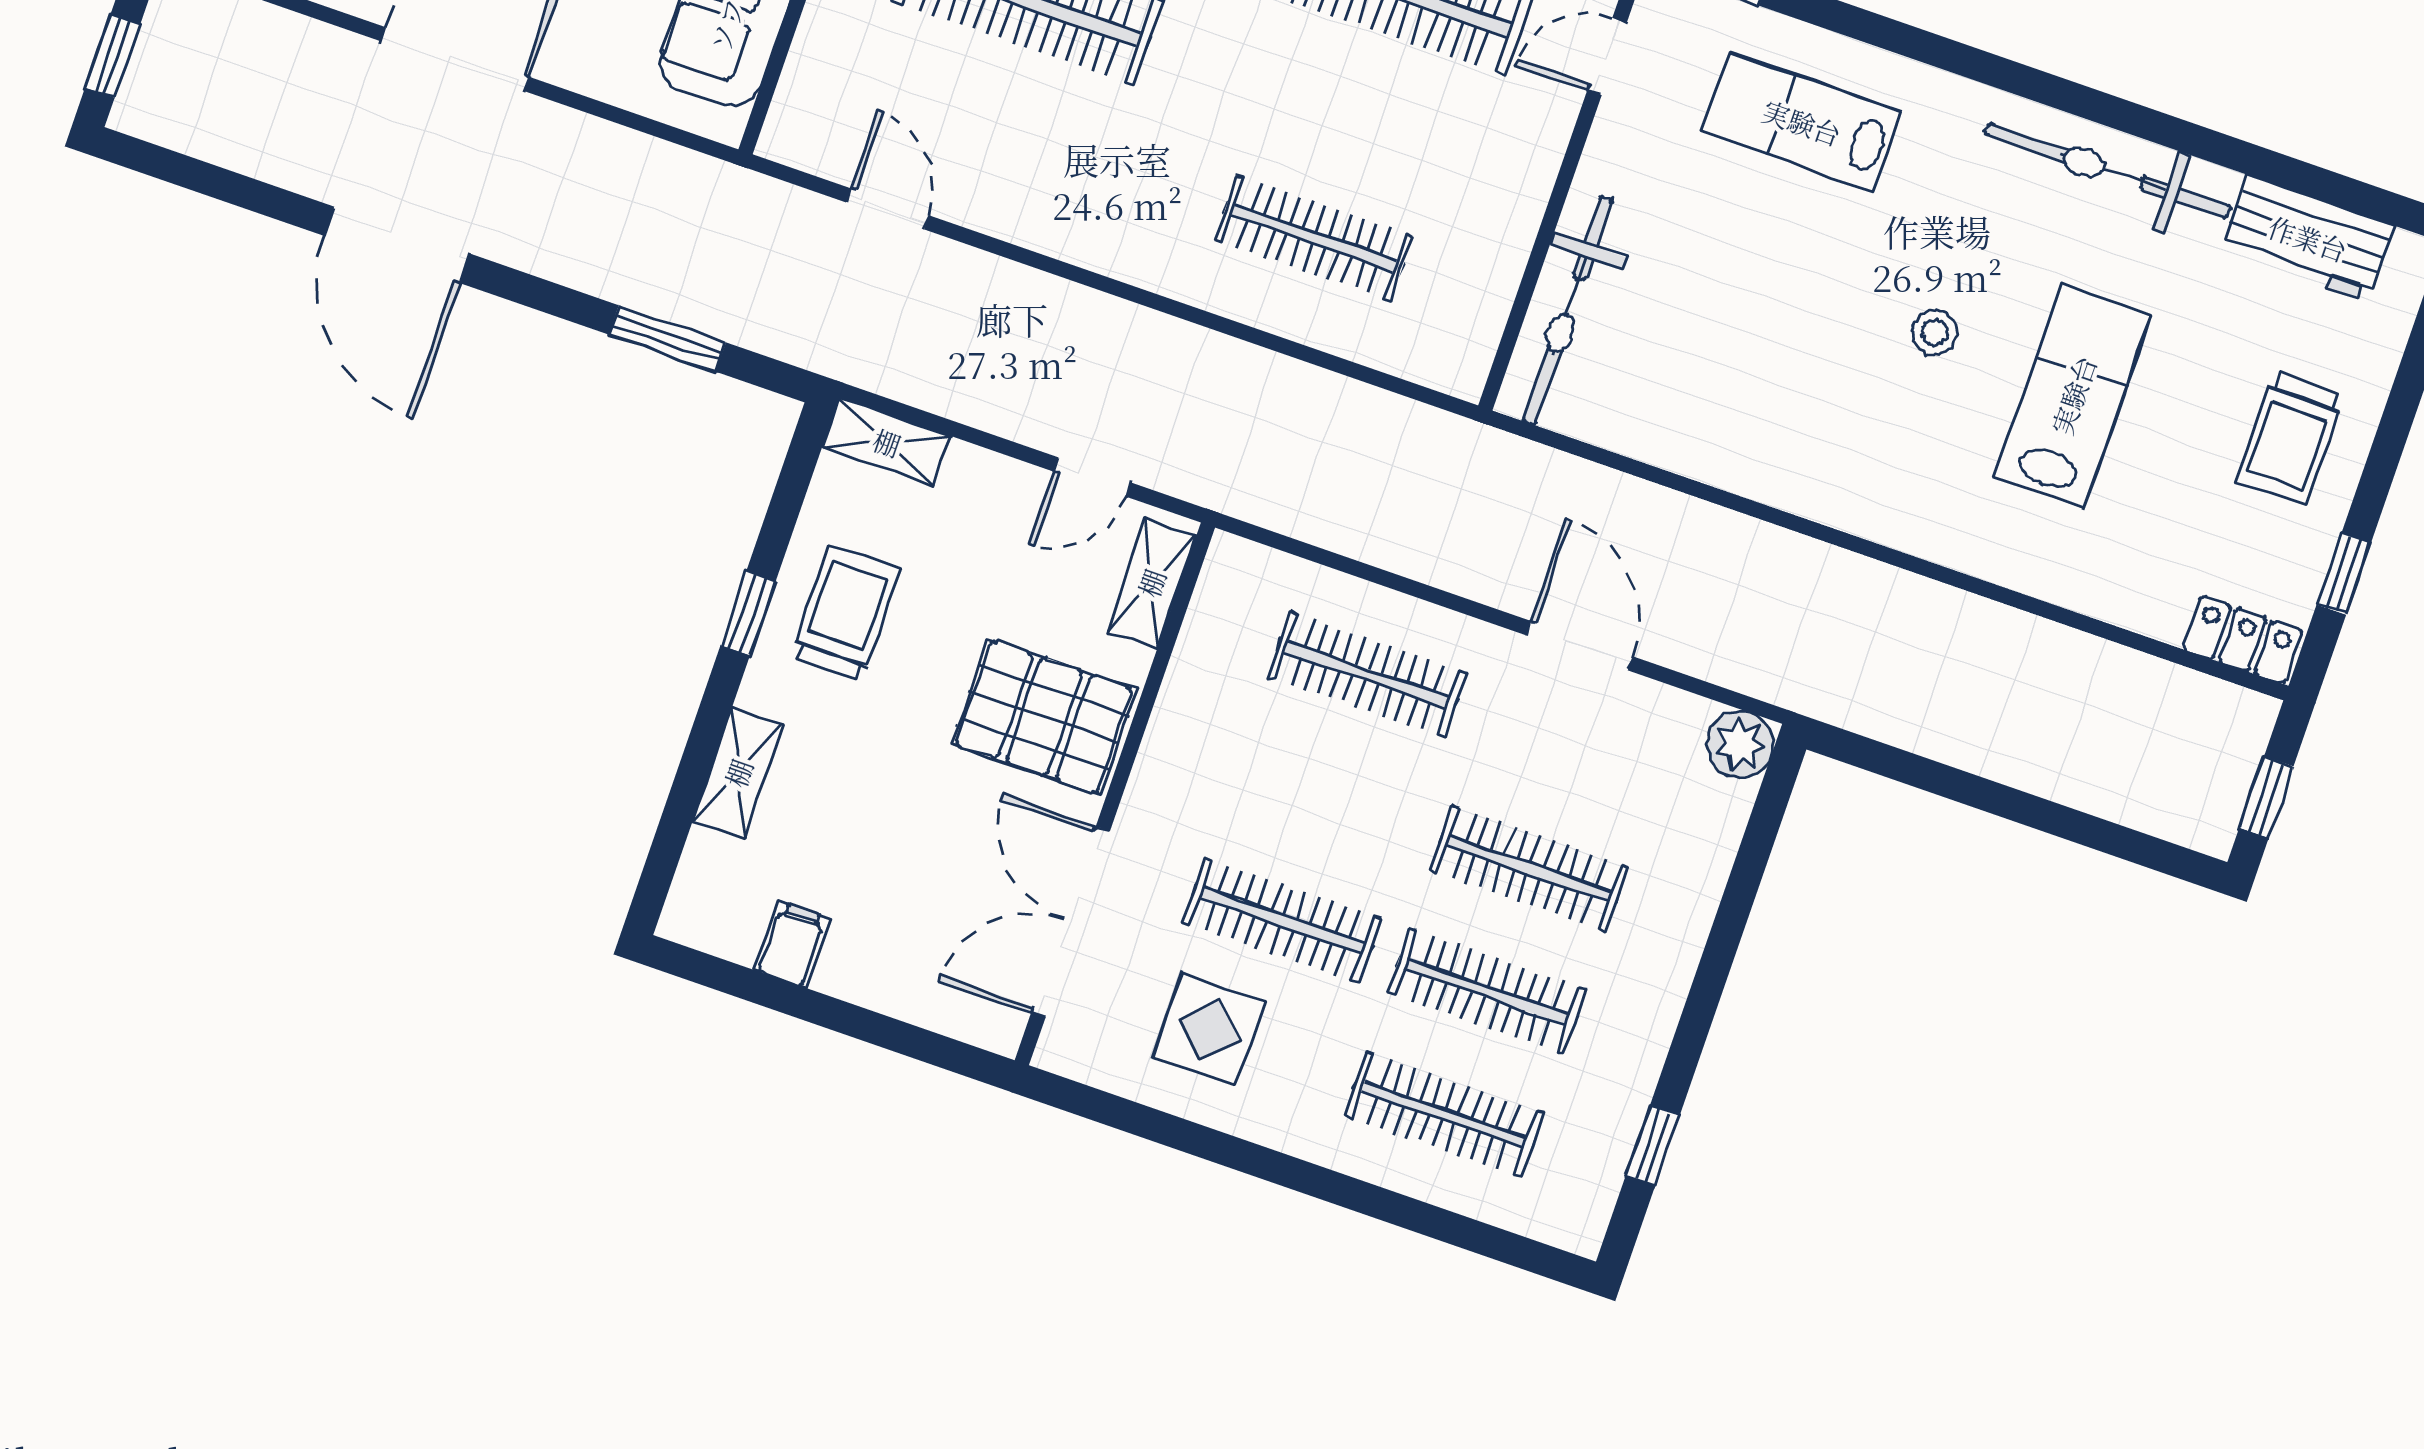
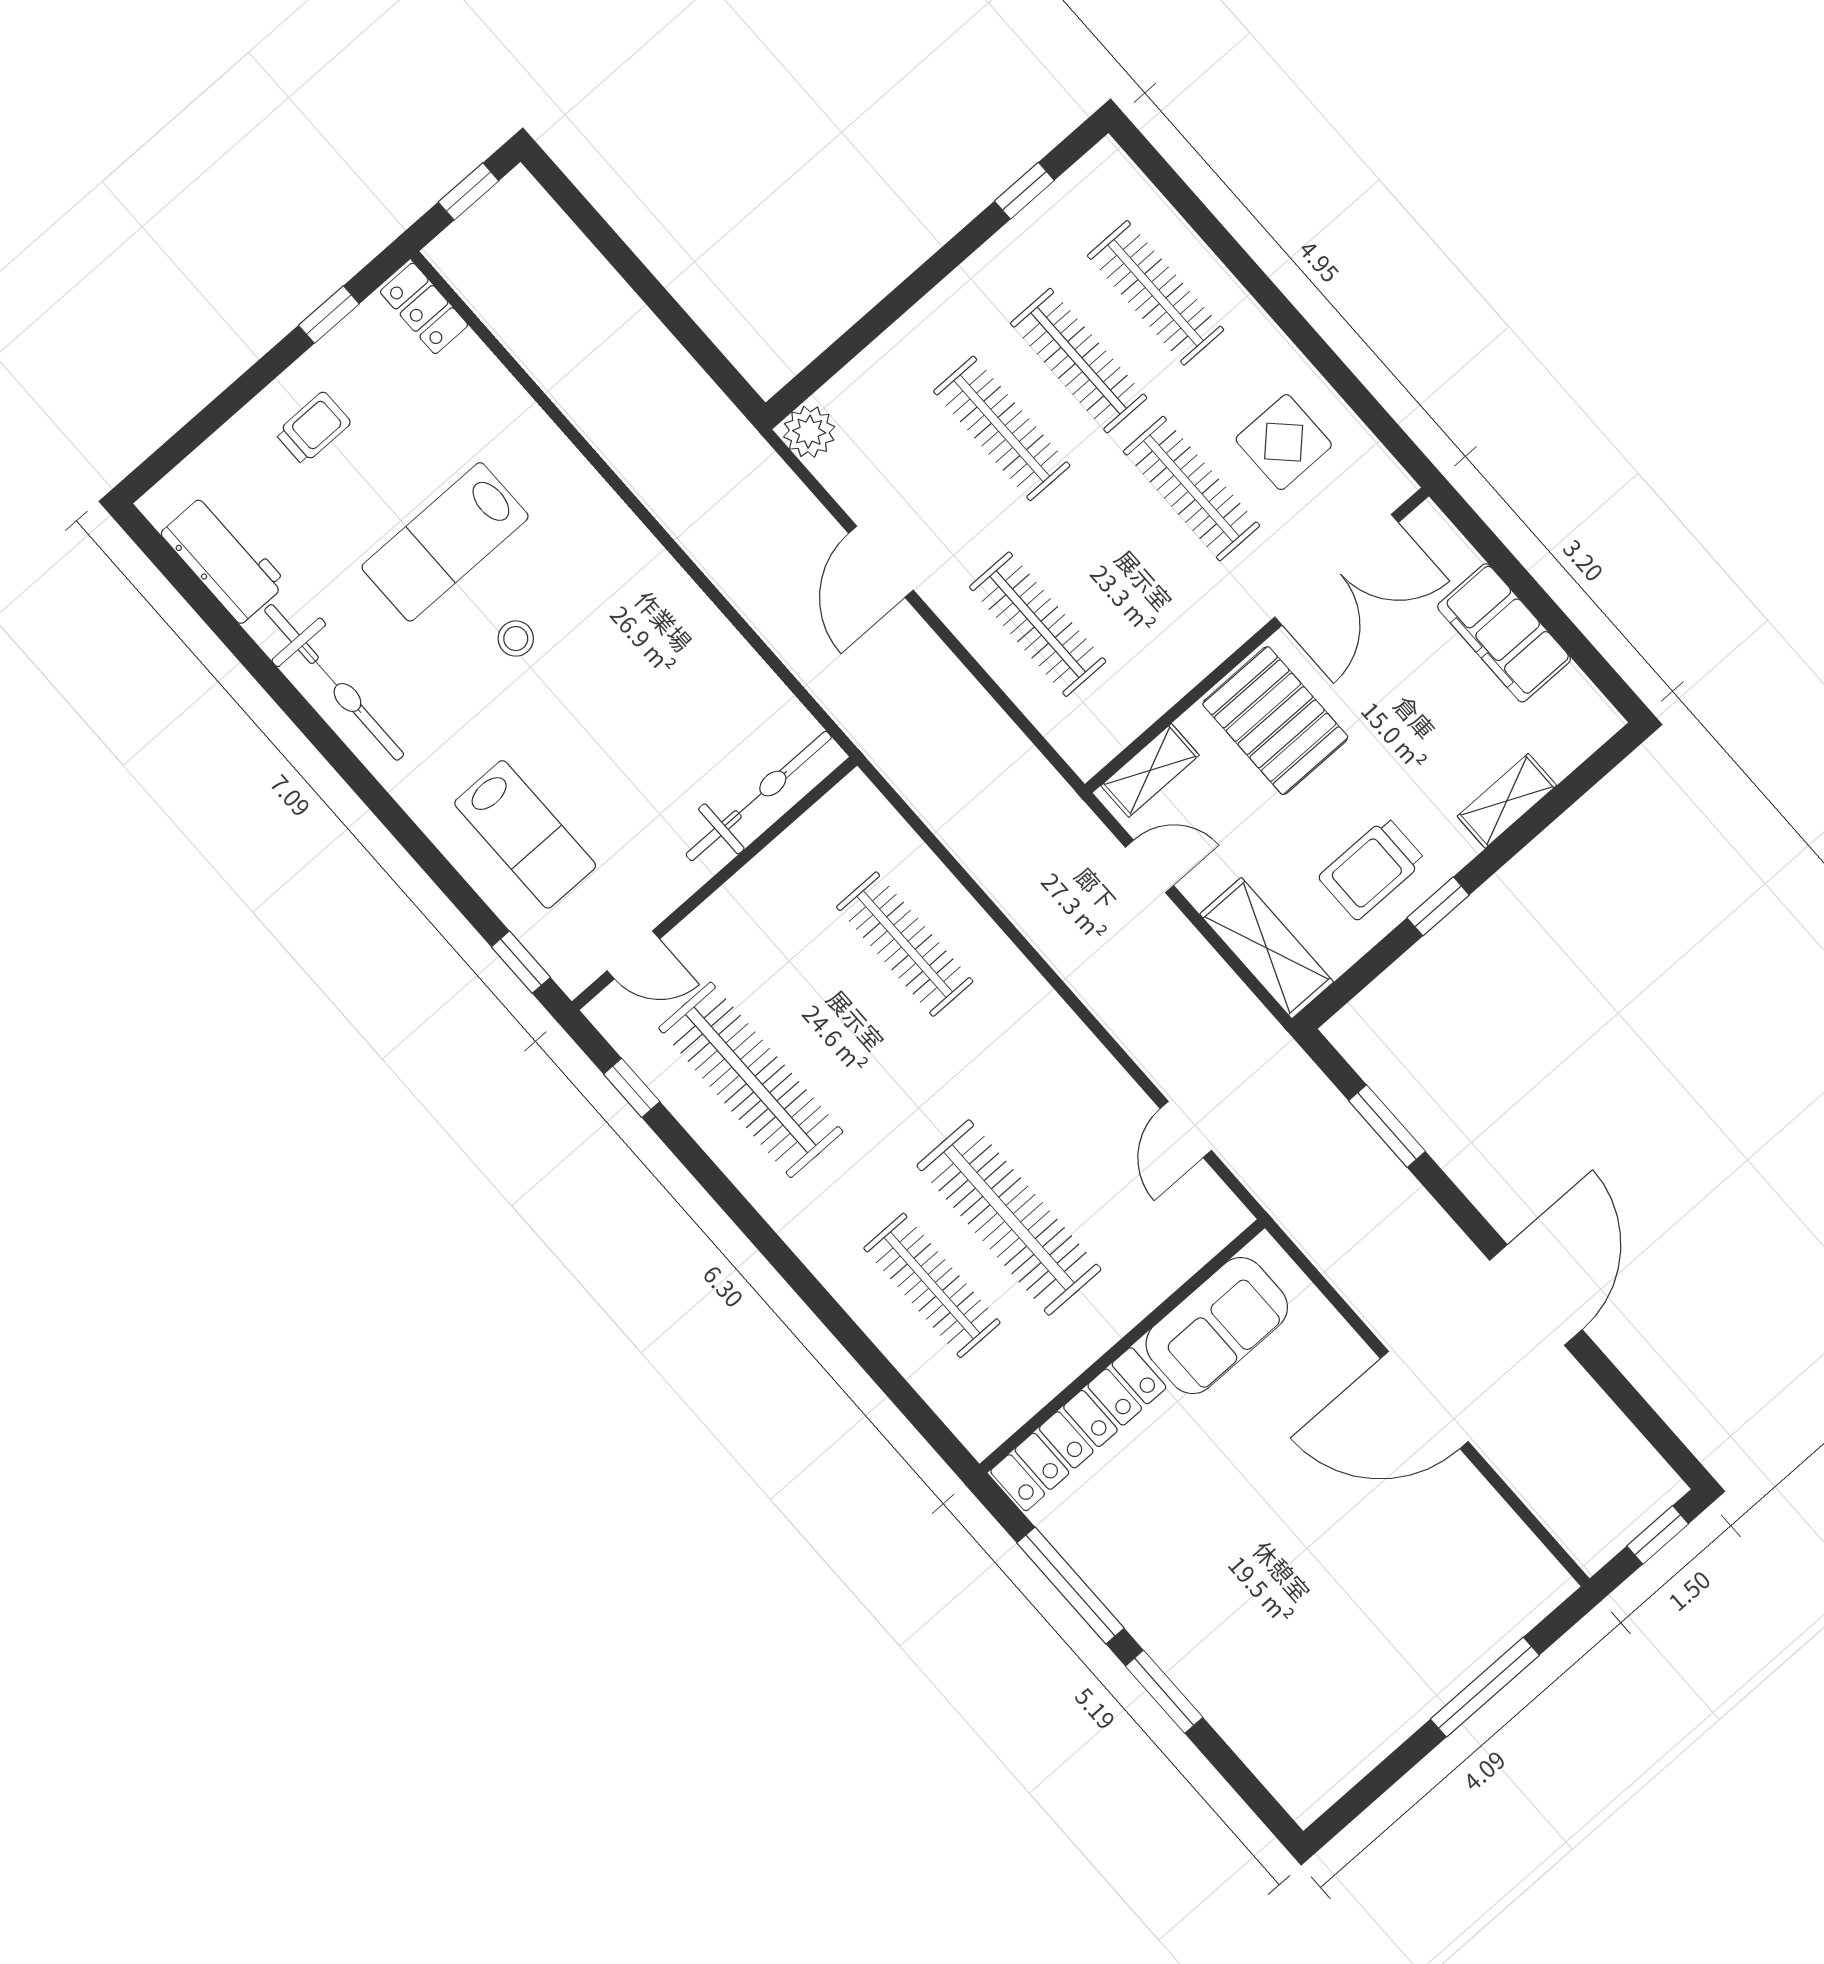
trolley: (2290, 438) -> (313, 428), width x0.73, depth x0.72
shelving: (887, 442) -> (1267, 948), width x1.50, depth x1.33
filing cabinet: (792, 944) -> (1504, 633), width x3.00, depth x1.17

